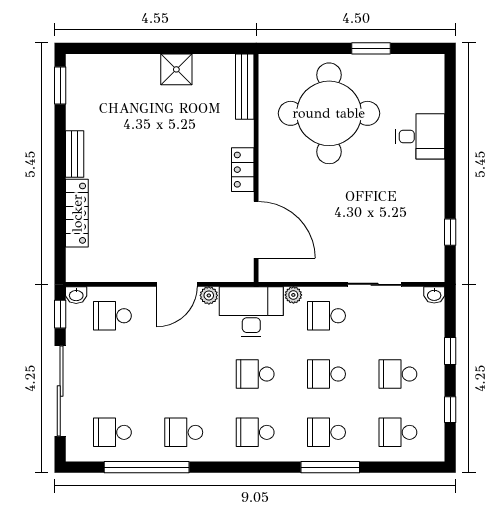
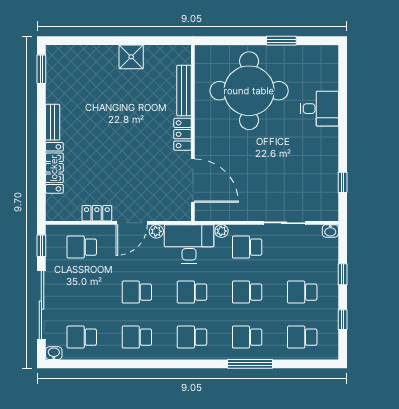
bench: (245, 87) -> (184, 91), moved
locker: (132, 272) -> (97, 213), added
washbasin: (76, 295) -> (54, 353), moved, turned 180
school desk: (184, 374) -> (137, 292), added
window: (147, 467) -> (108, 364), removed

